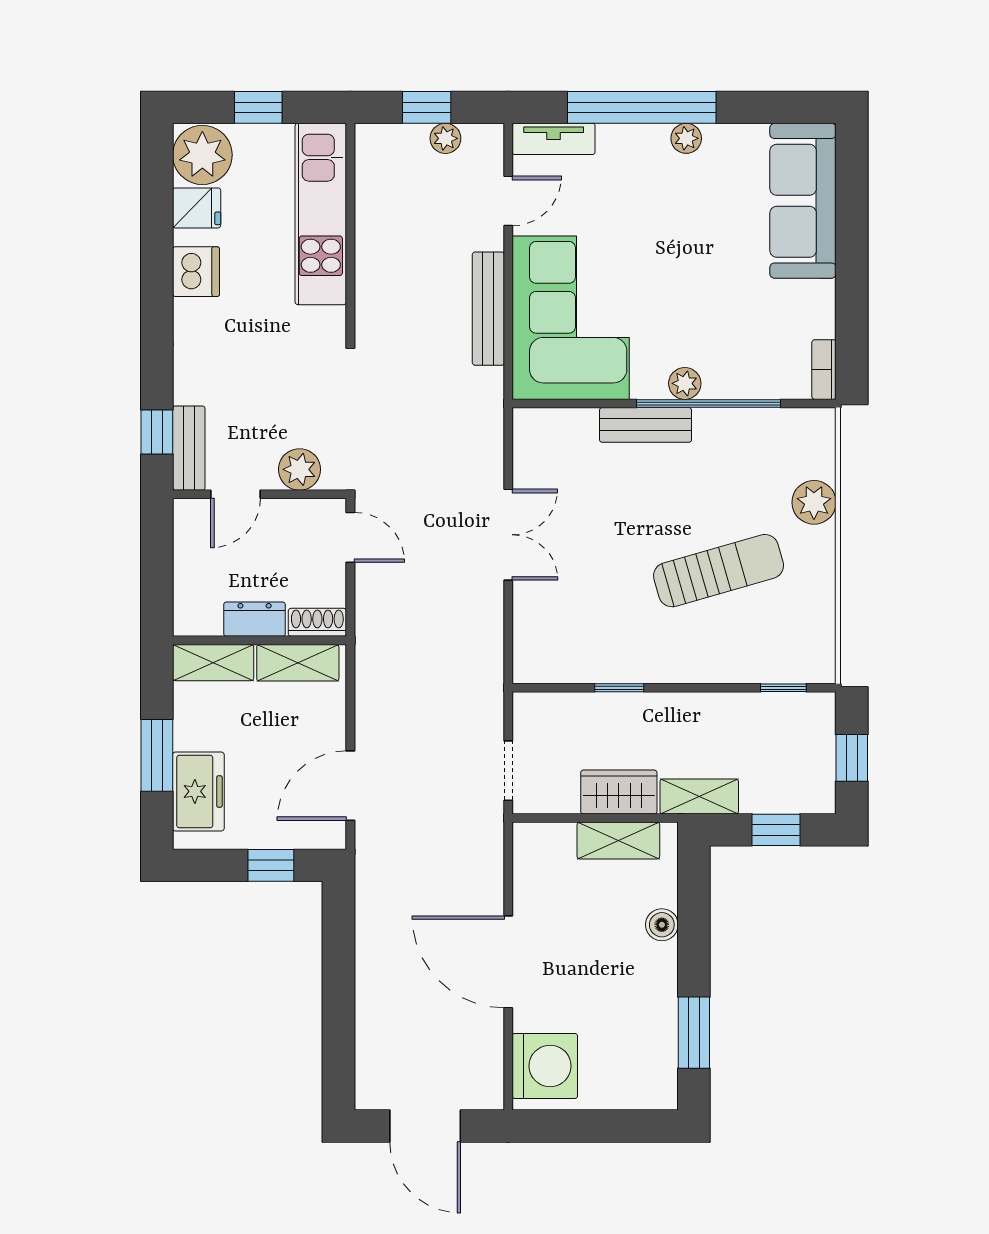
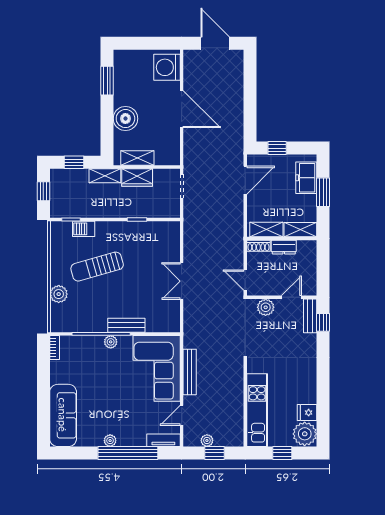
dishwasher: (196, 272) -> (307, 387), removed
barbecue: (752, 664) -> (84, 229), added
boiler: (662, 925) -> (125, 119), width x1.86, depth x1.86

